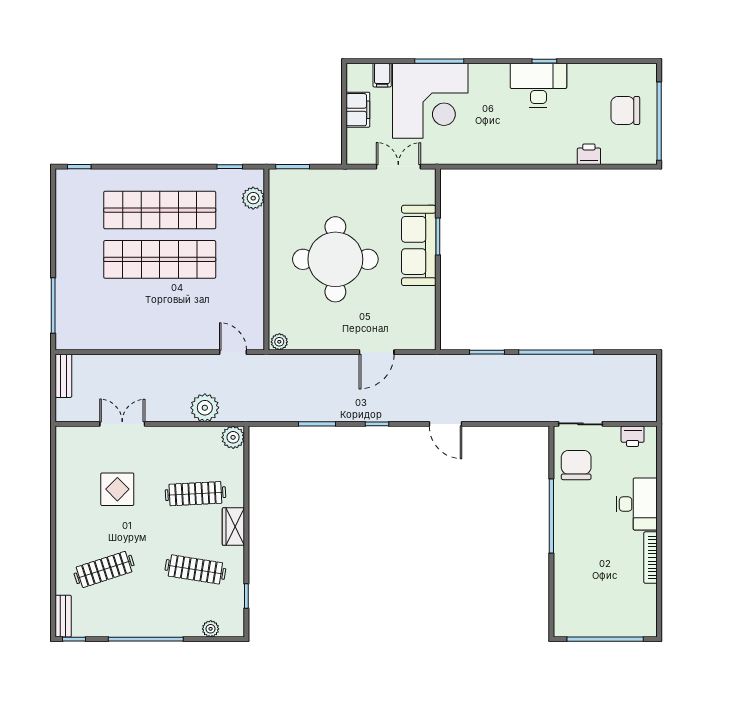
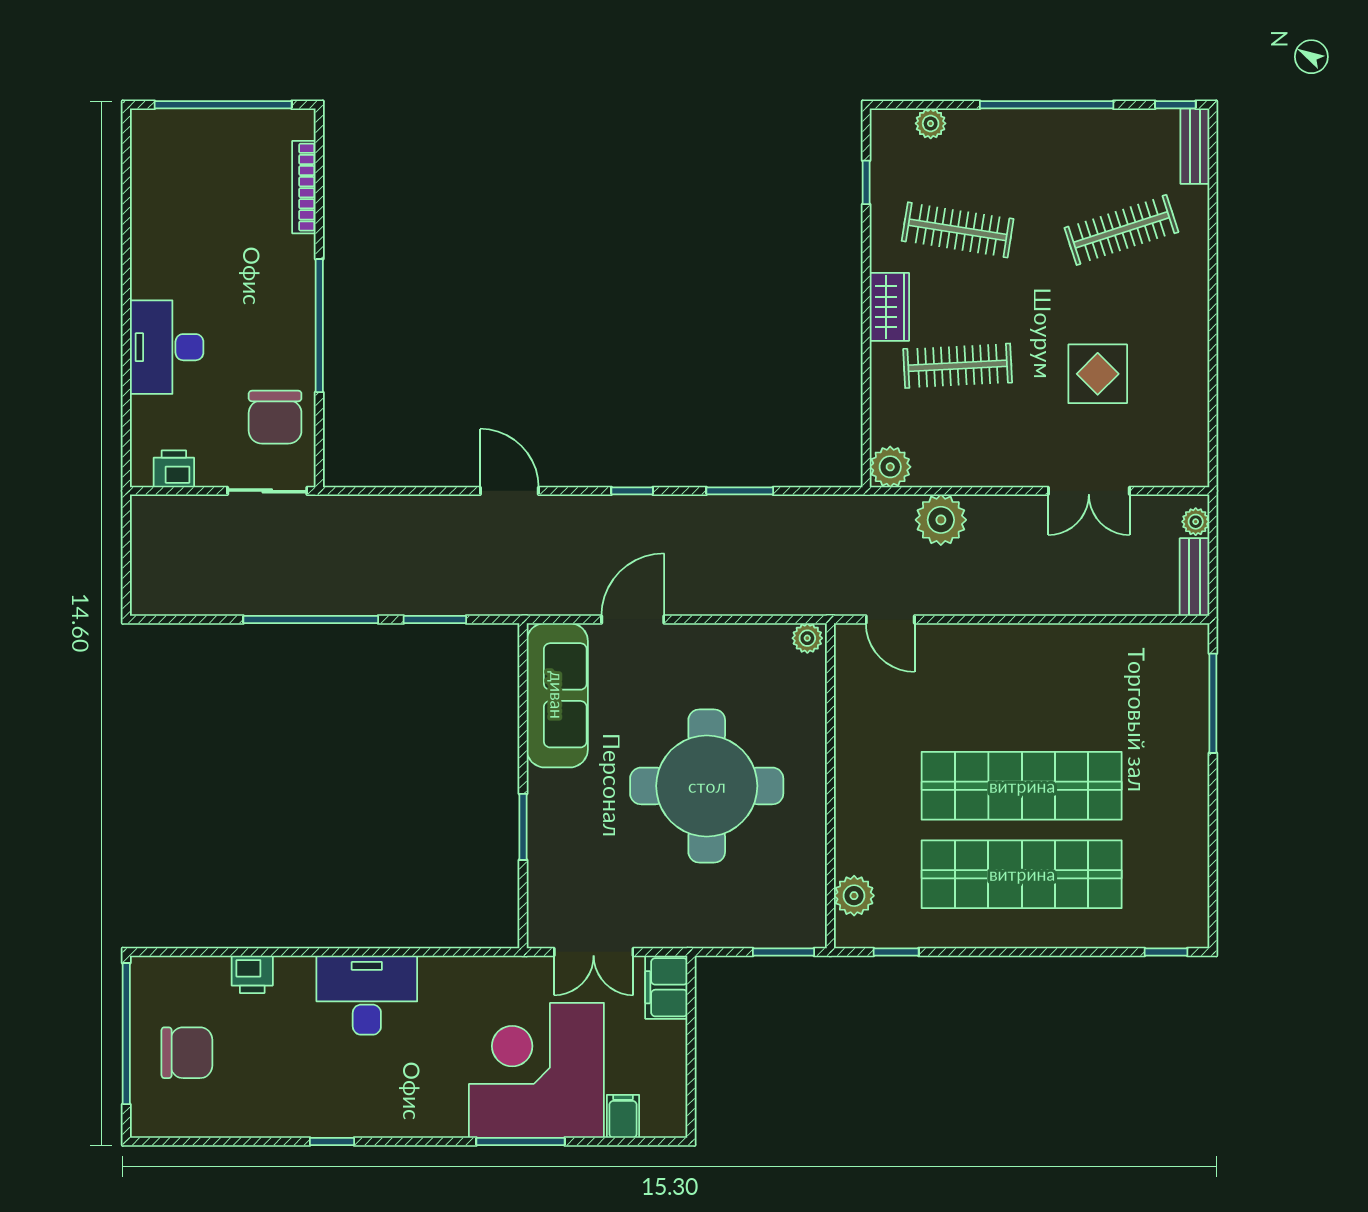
desk: (538, 85) -> (367, 995), moved, turned 180
filing cabinet: (358, 110) -> (666, 987), moved
sofa: (419, 245) -> (557, 695), moved
plant: (63, 407) -> (1196, 522), added
bookcase: (651, 558) -> (304, 187), moved, turned 180

